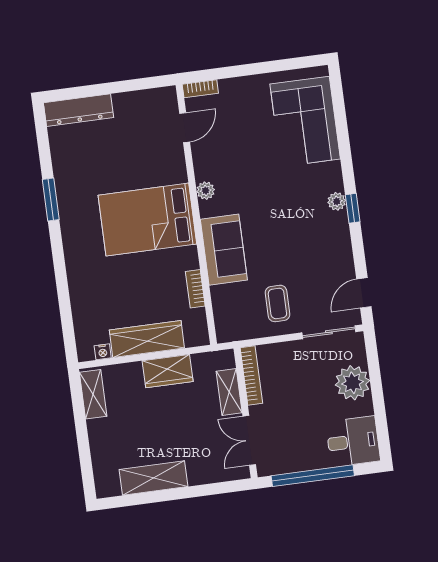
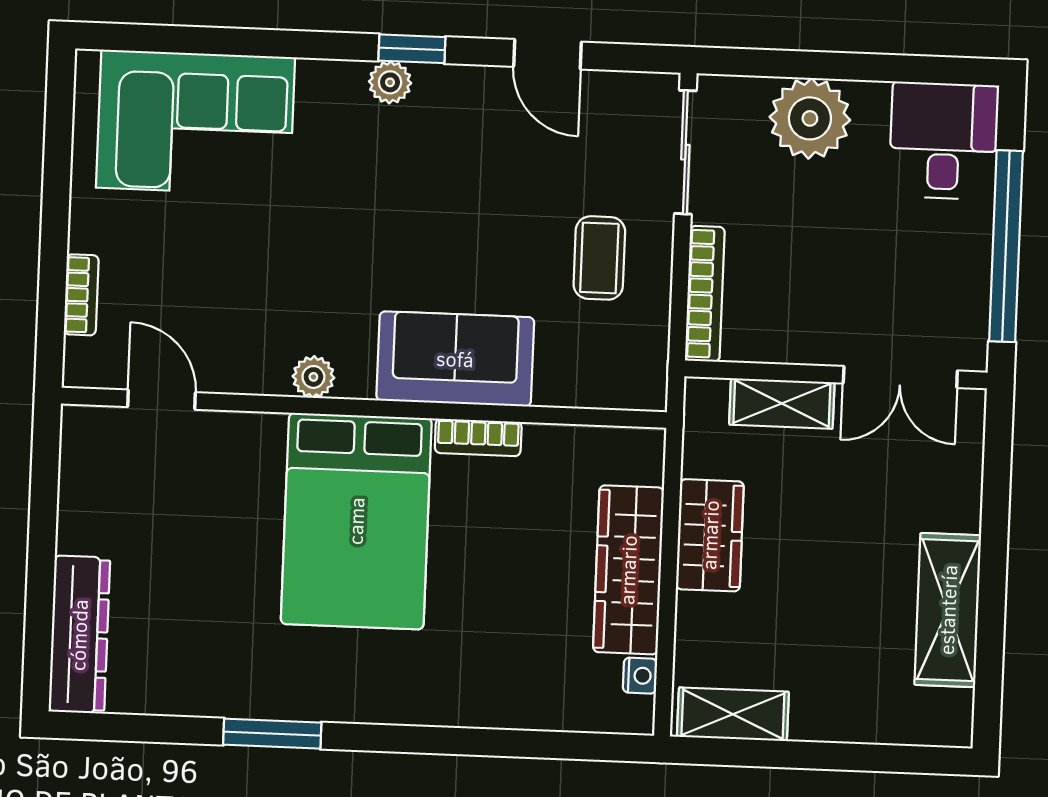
bookcase: (200, 89) -> (81, 295), moved
bookcase: (195, 289) -> (478, 437), moved
door: (364, 293) -> (547, 54), moved
coffee table: (277, 303) -> (599, 258), turned 90
bookcase: (251, 375) -> (705, 294), moved, turned 90

